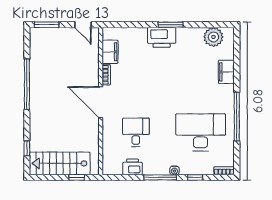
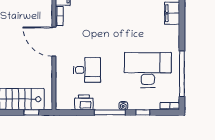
window: (237, 117) -> (182, 74), moved
desk: (136, 132) -> (87, 70), turned 90

